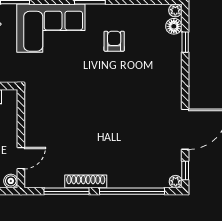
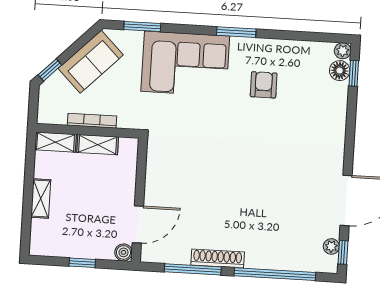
window: (185, 42) -> (354, 73), moved
door: (21, 158) -> (138, 224), width x1.38
plant: (176, 182) -> (331, 246), moved

